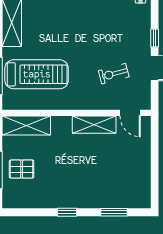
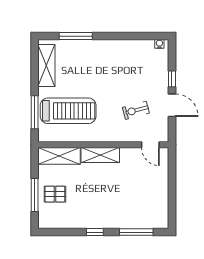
shelving: (94, 125) -> (100, 155), moved
window: (114, 212) -> (136, 232), width x1.44

